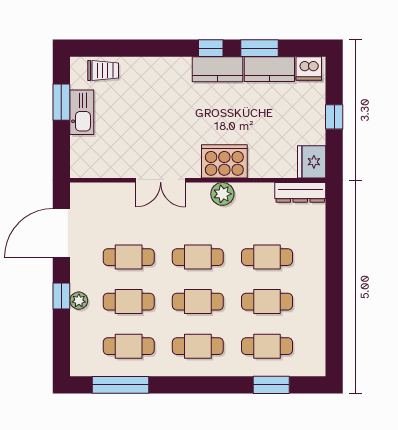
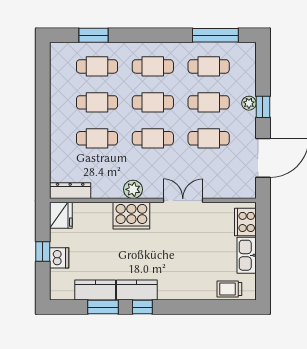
dishwasher: (309, 68) -> (59, 258), moved, turned 90
window: (61, 102) -> (263, 263), removed
cooker: (83, 153) -> (245, 222), added

